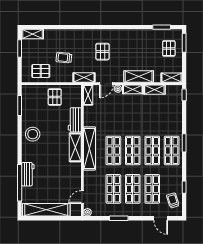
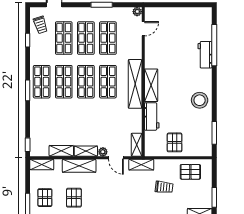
pallet: (102, 52) -> (74, 198), moved
door: (106, 84) -> (116, 158), swing flipped
shelving: (46, 210) -> (184, 14), removed

